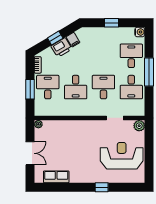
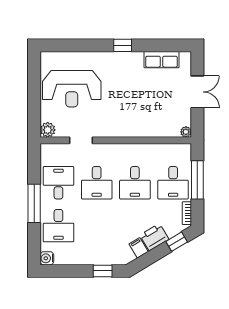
window: (112, 23) -> (103, 271), moved
window: (55, 38) -> (177, 242), moved
desk: (76, 87) -> (135, 183), turned 180
window: (30, 89) -> (197, 180), width x1.44
double door: (30, 153) -> (197, 92), swing flipped
window: (102, 187) -> (123, 45), moved

